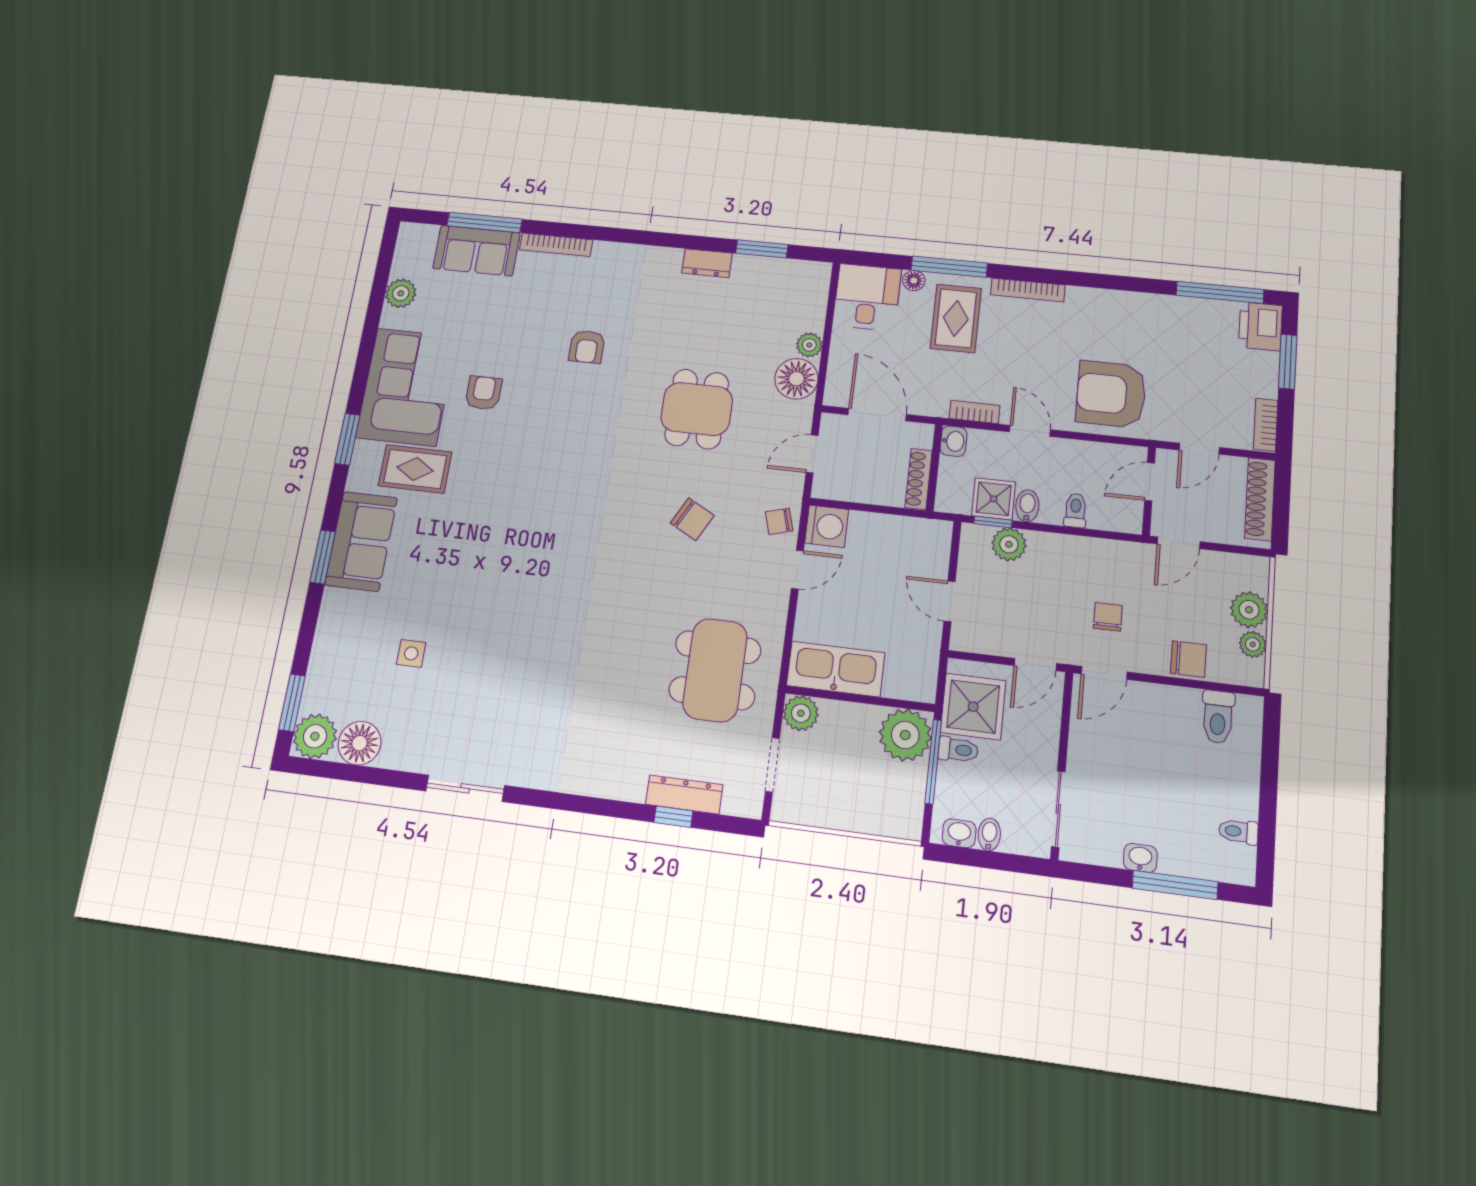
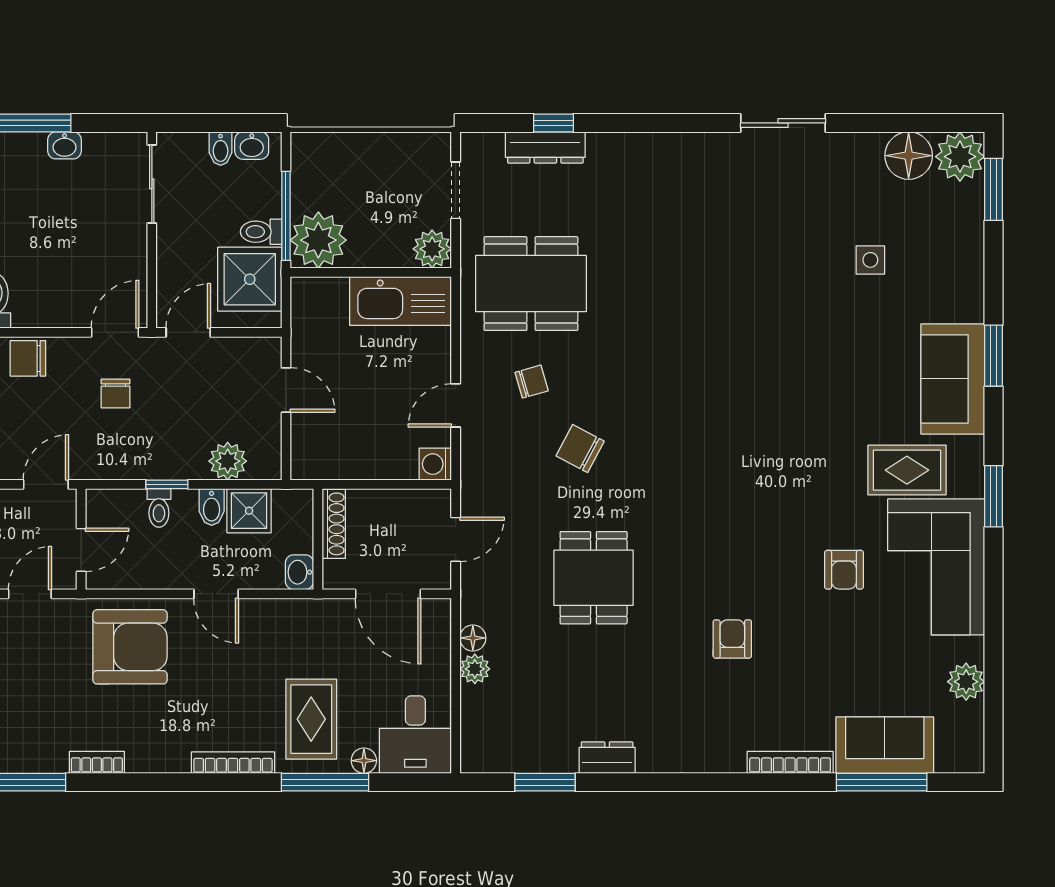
floor lamp: (796, 379) -> (473, 638), width x0.53, depth x0.53
bookcase: (975, 412) -> (97, 762), moved, turned 180
chair: (779, 521) -> (532, 382), moved
window: (993, 522) -> (167, 484), moved
washing machine: (827, 526) -> (435, 464), width x0.73, depth x0.73
dining table: (715, 670) -> (531, 284), turned 90

